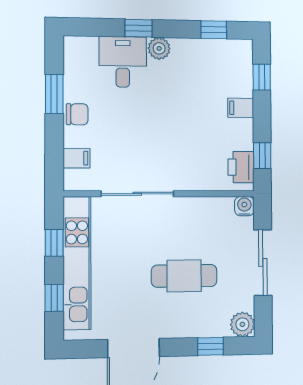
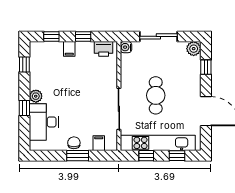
desk: (123, 62) -> (44, 122), width x1.37
window: (54, 94) -> (78, 156), moved
window: (262, 156) -> (83, 36), moved
cafe table: (184, 276) -> (156, 95), moved

